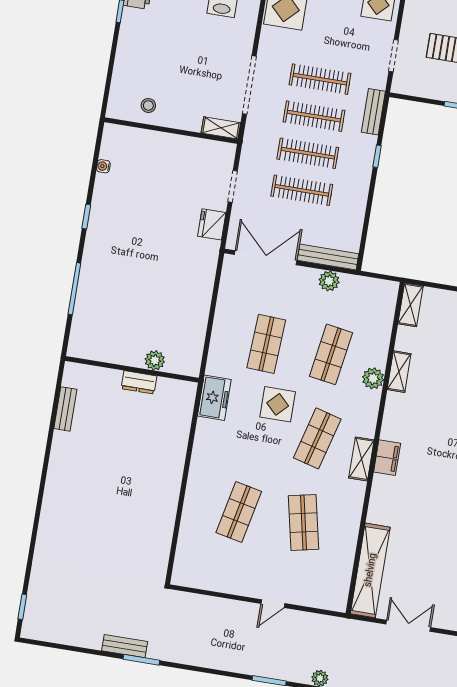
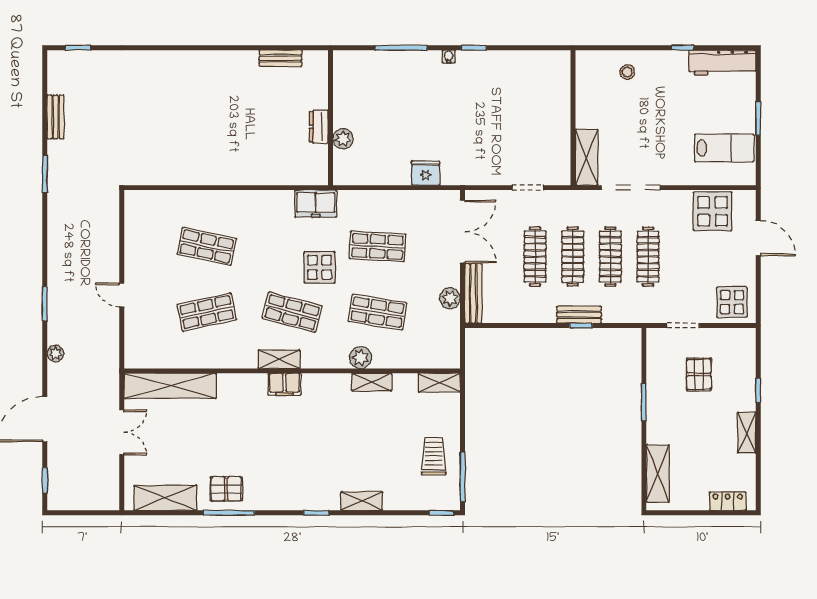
stool: (148, 105) -> (627, 72), moved
bench: (373, 112) -> (579, 315), moved
shelving: (221, 128) -> (587, 157), width x1.50, depth x1.33
water cooler: (103, 166) -> (449, 56), moved
fridge: (212, 224) -> (426, 173), moved
bench: (125, 646) -> (56, 117), moved

